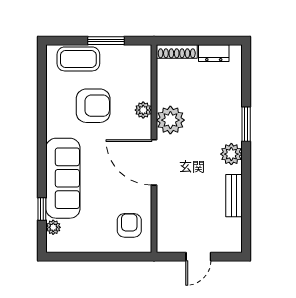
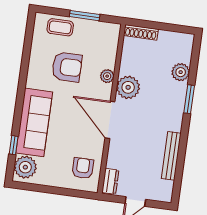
dresser: (214, 53) -> (110, 181), moved, turned -90
coffee table: (78, 59) -> (60, 27), width x0.73, depth x0.77
plant: (231, 154) -> (181, 72), moved
bench: (234, 196) -> (171, 156), width x1.36
plant: (53, 227) -> (25, 167), width x1.88, depth x1.88

